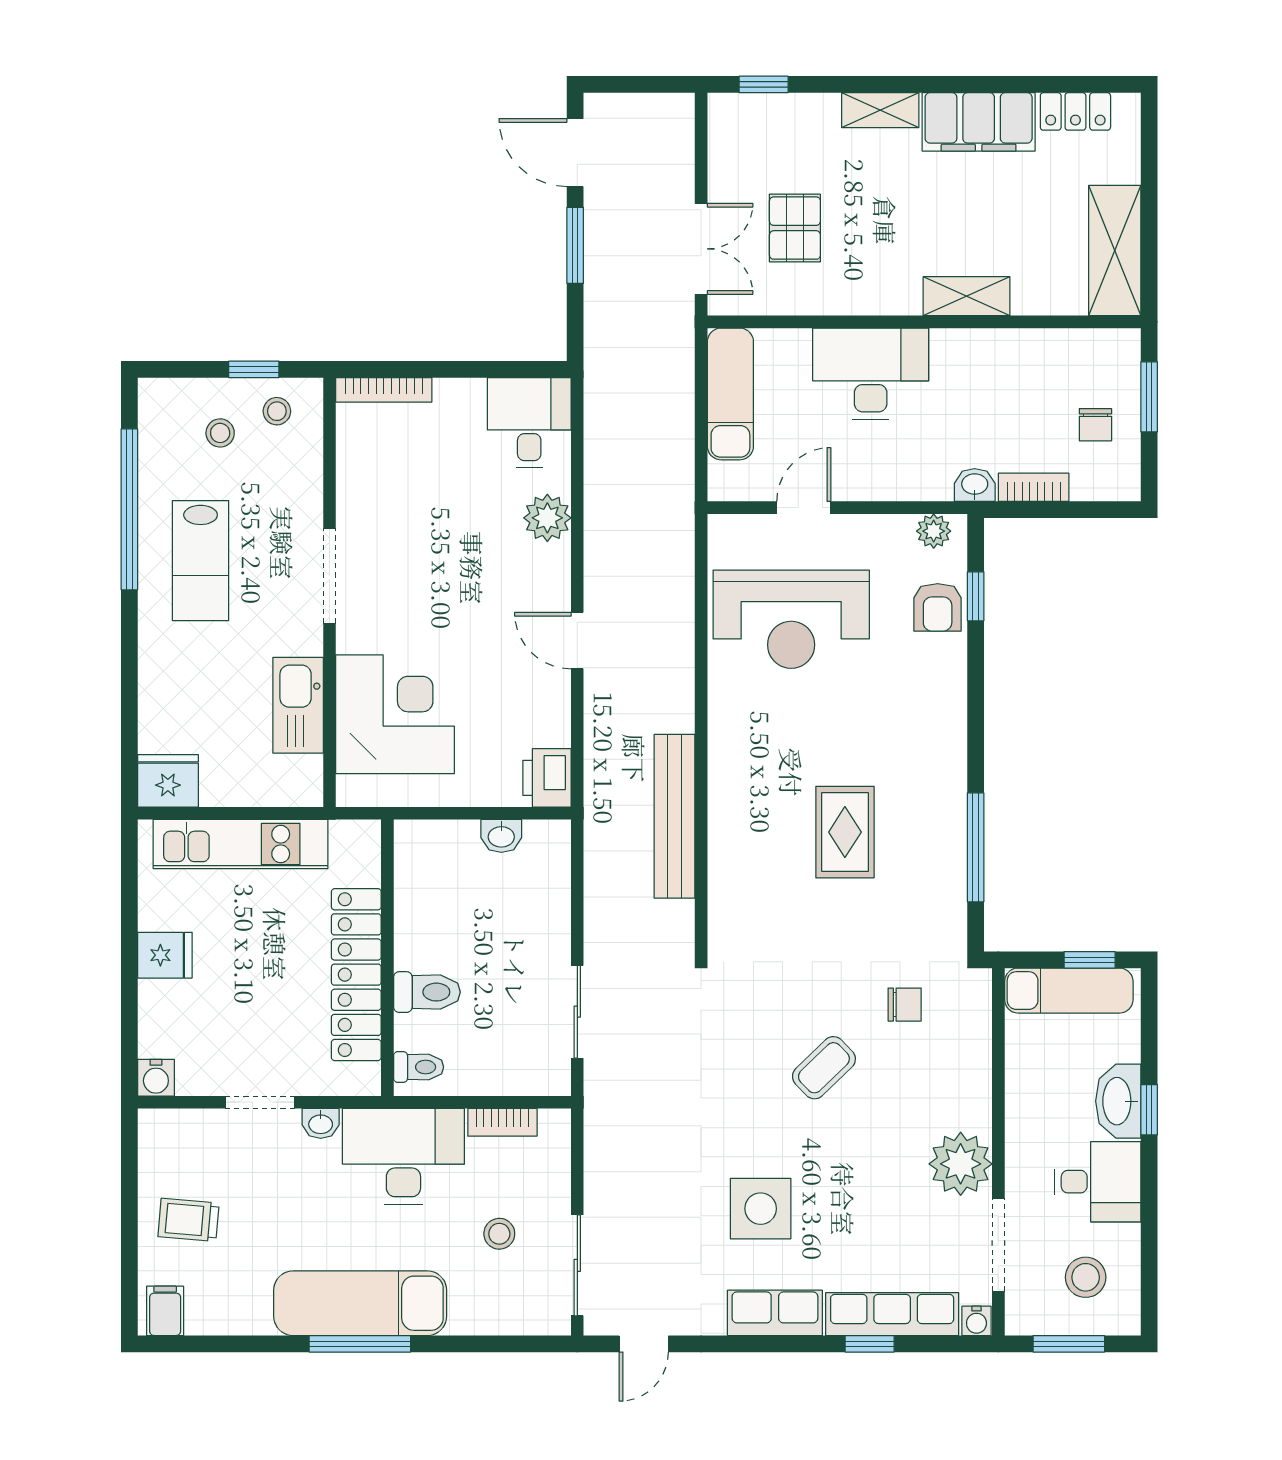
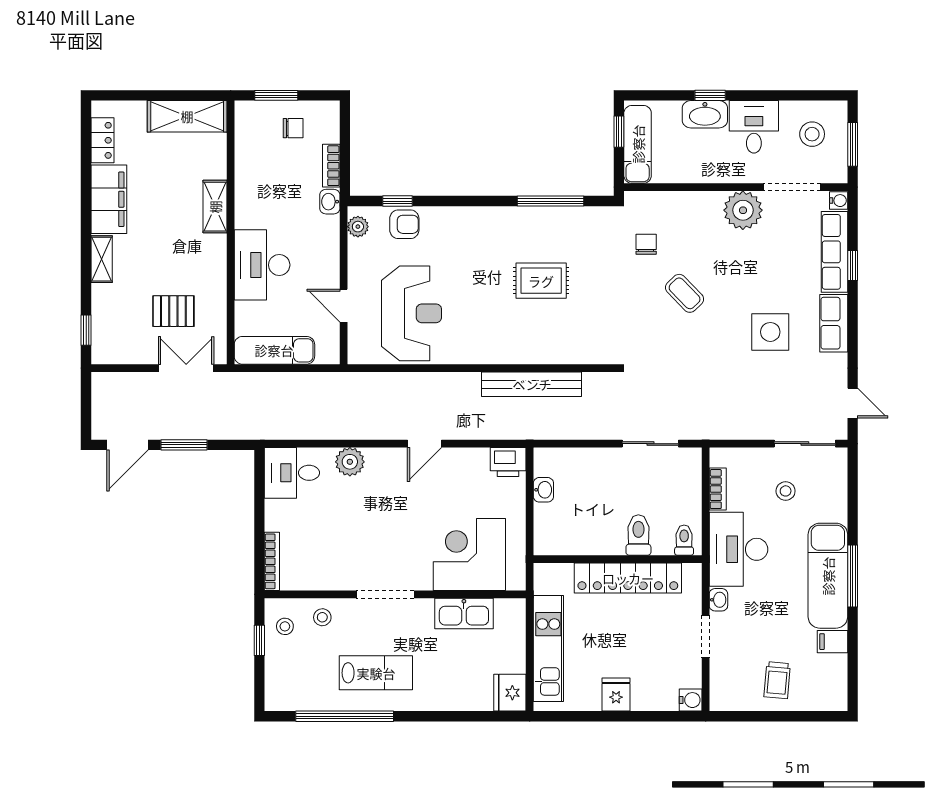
stool: (220, 433) -> (322, 617), moved
filing cabinet: (165, 1311) -> (833, 642), moved

